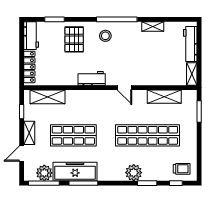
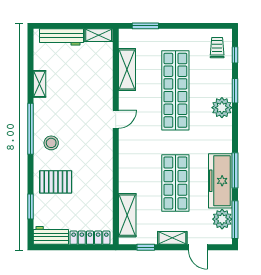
workbench: (92, 78) -> (104, 160), removed

